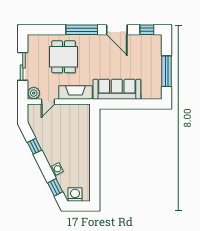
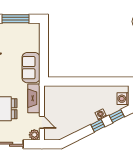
sofa: (117, 89) -> (31, 68), width x0.73
window: (34, 146) -> (98, 126), moved

